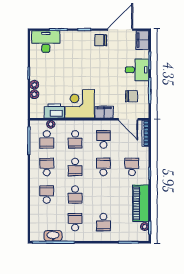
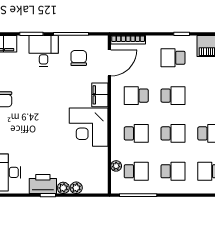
printer: (54, 111) -> (43, 184), moved, turned 90
school desk: (47, 167) -> (173, 171), turned 180
school desk: (103, 167) -> (173, 96), turned 180

